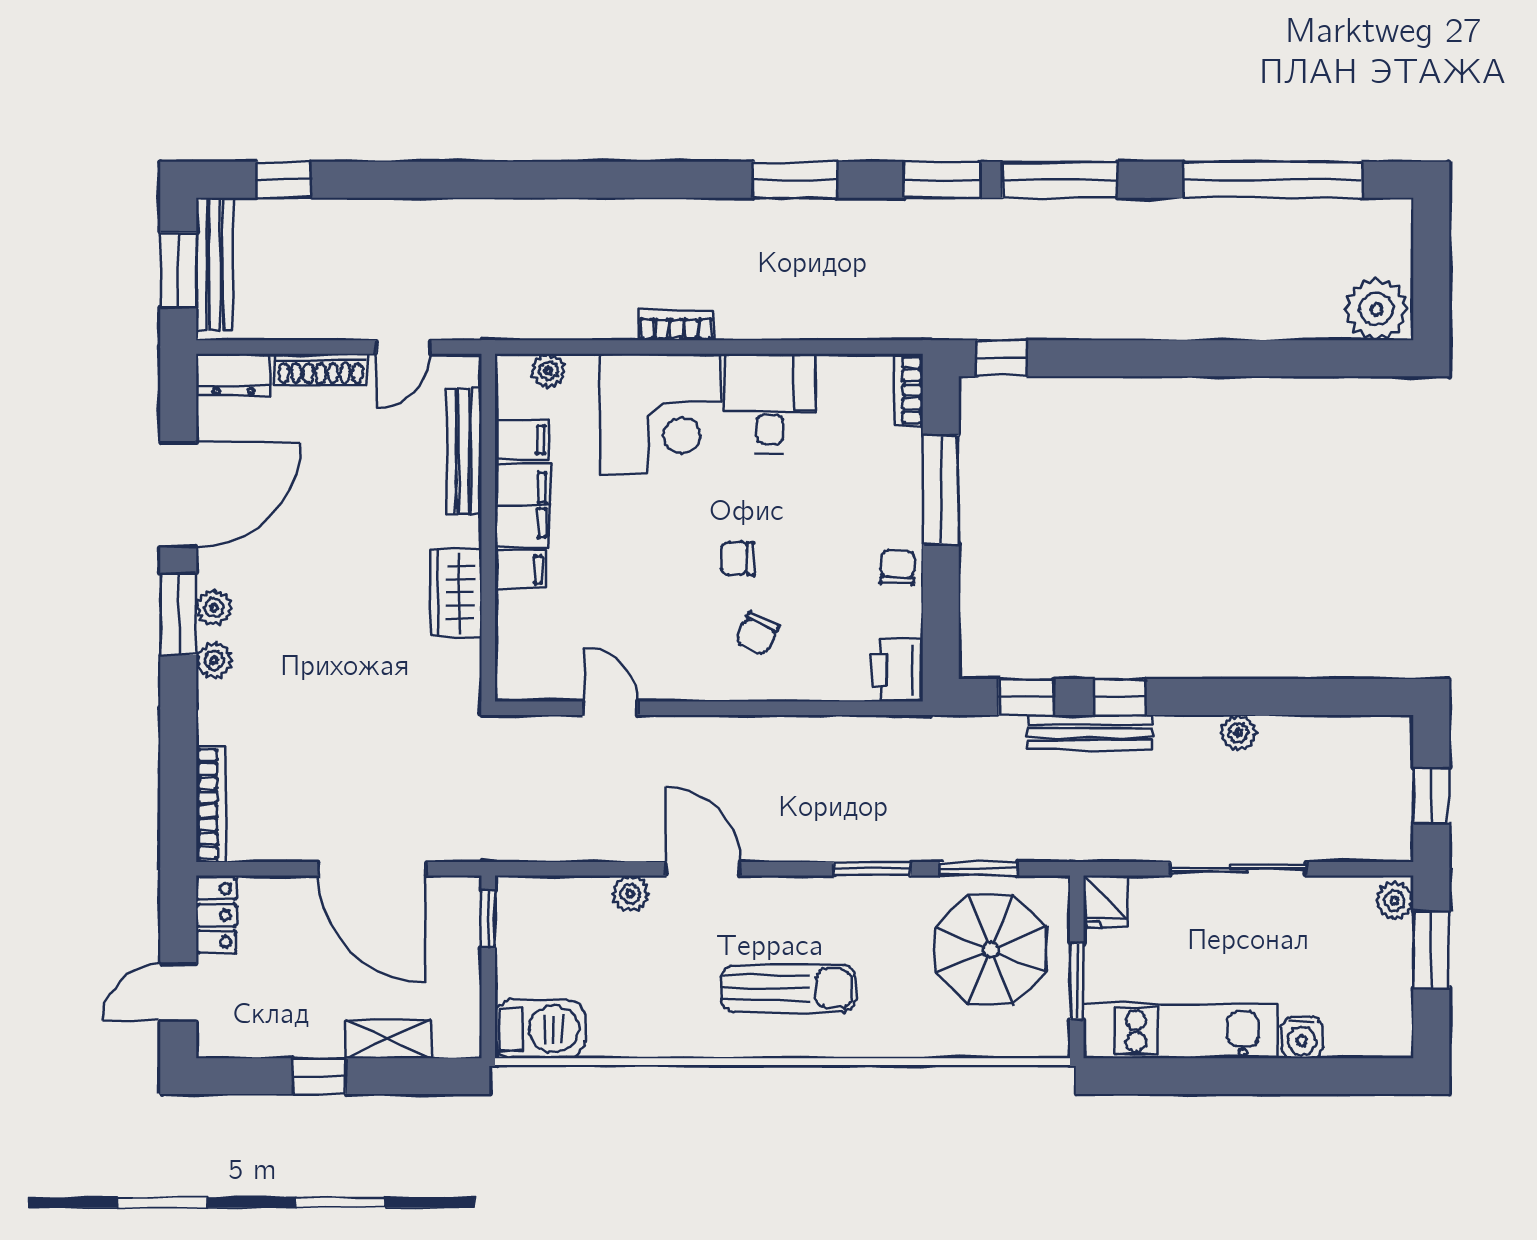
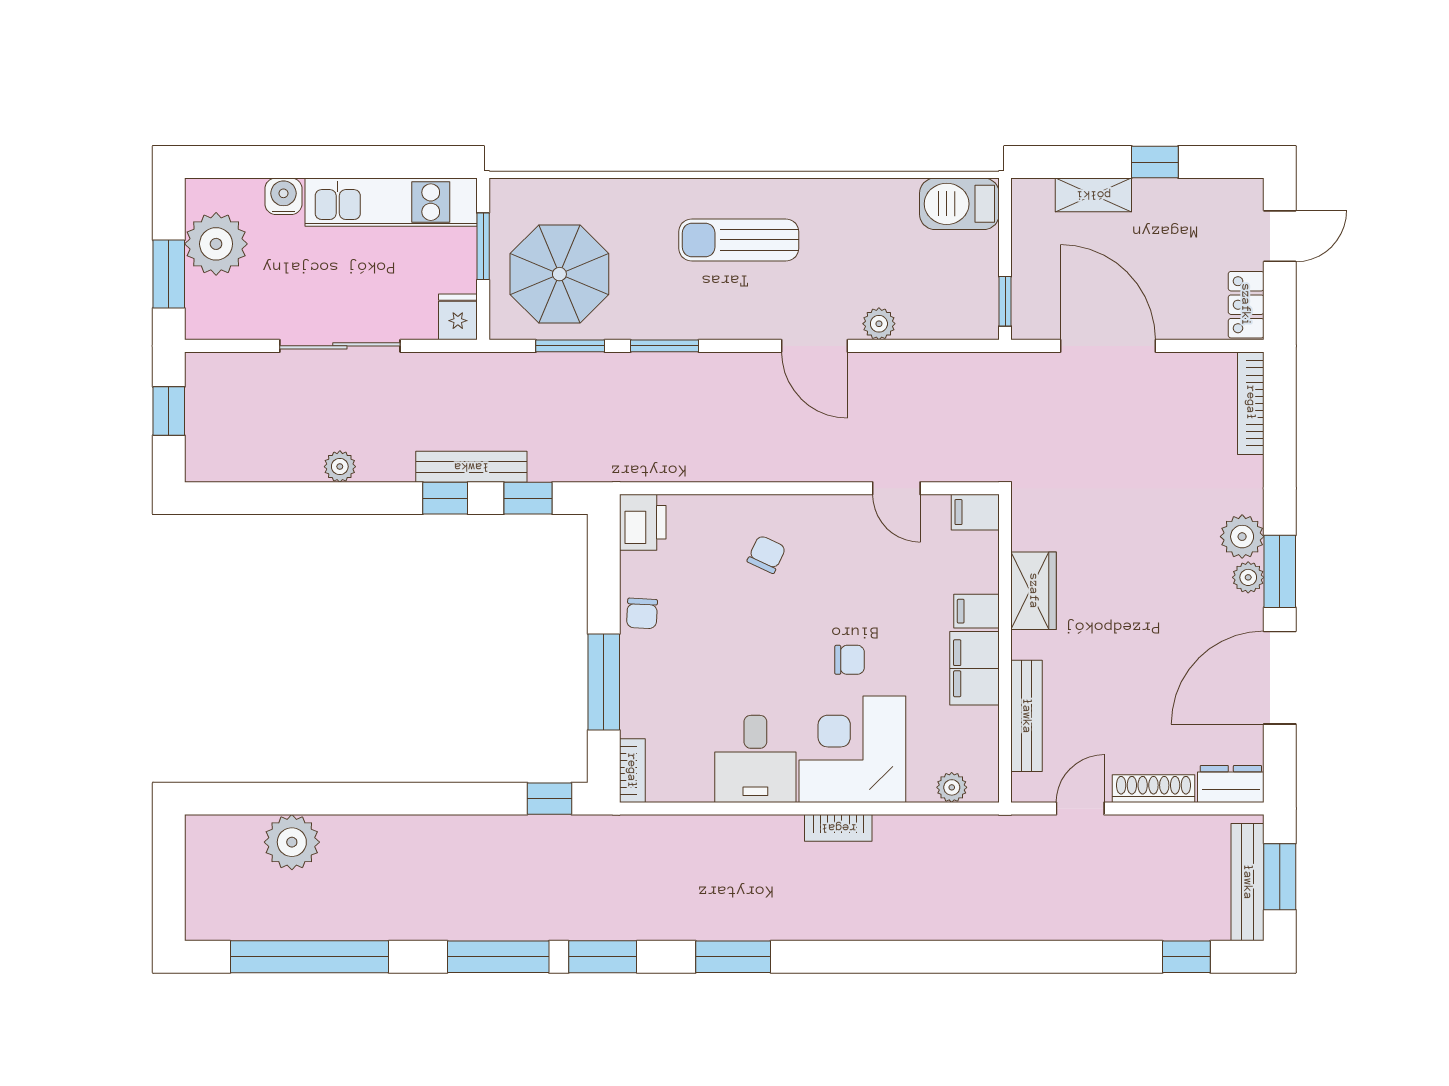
plant: (1376, 309) -> (292, 842), moved
filing cabinet: (522, 440) -> (975, 512), moved
chair: (737, 558) -> (850, 660), moved
plant: (214, 660) -> (1242, 537), width x1.38, depth x1.38
plant: (1395, 901) -> (216, 244), moved, width x1.88, depth x1.88

